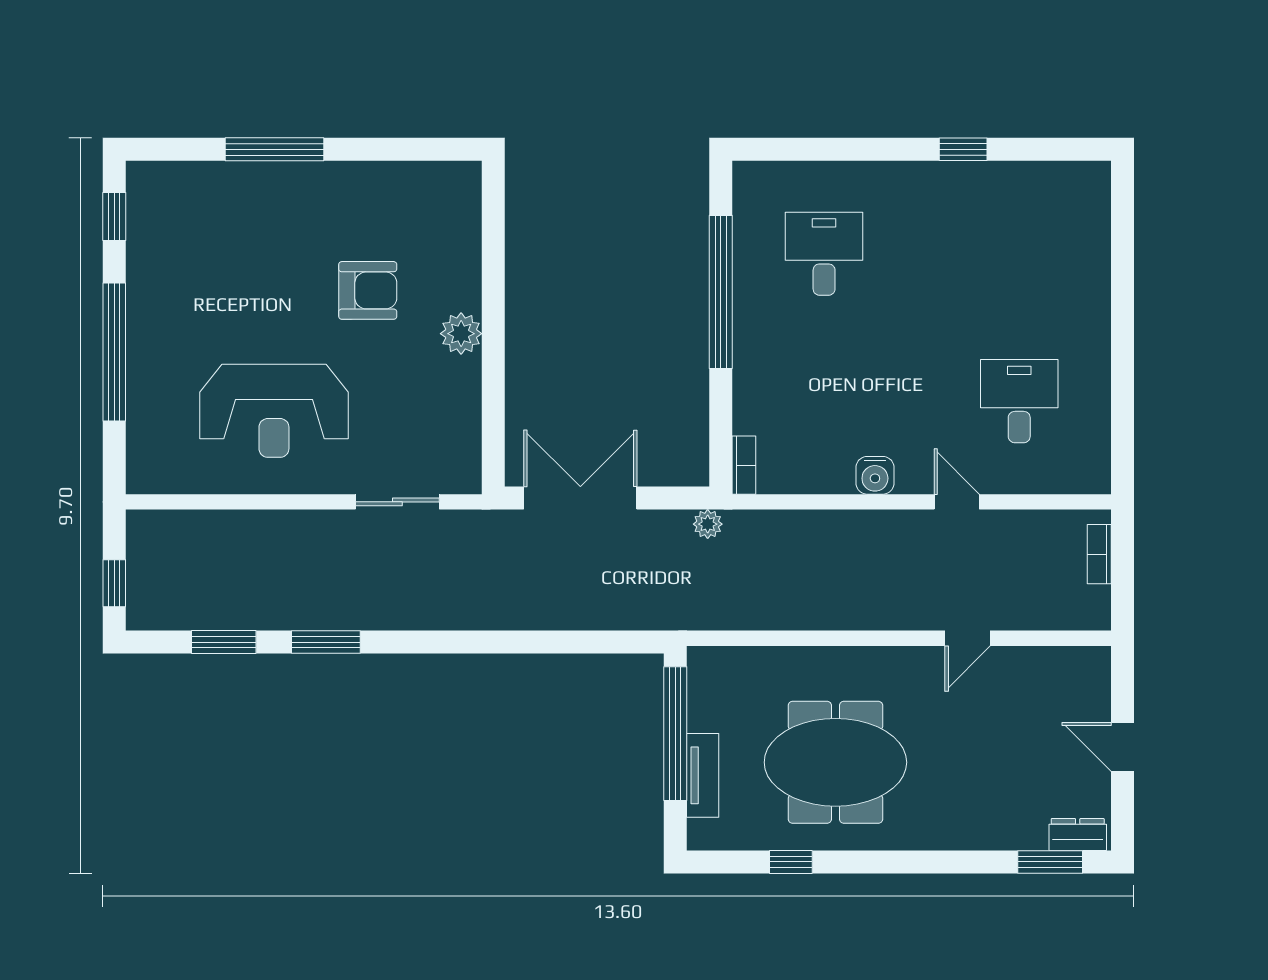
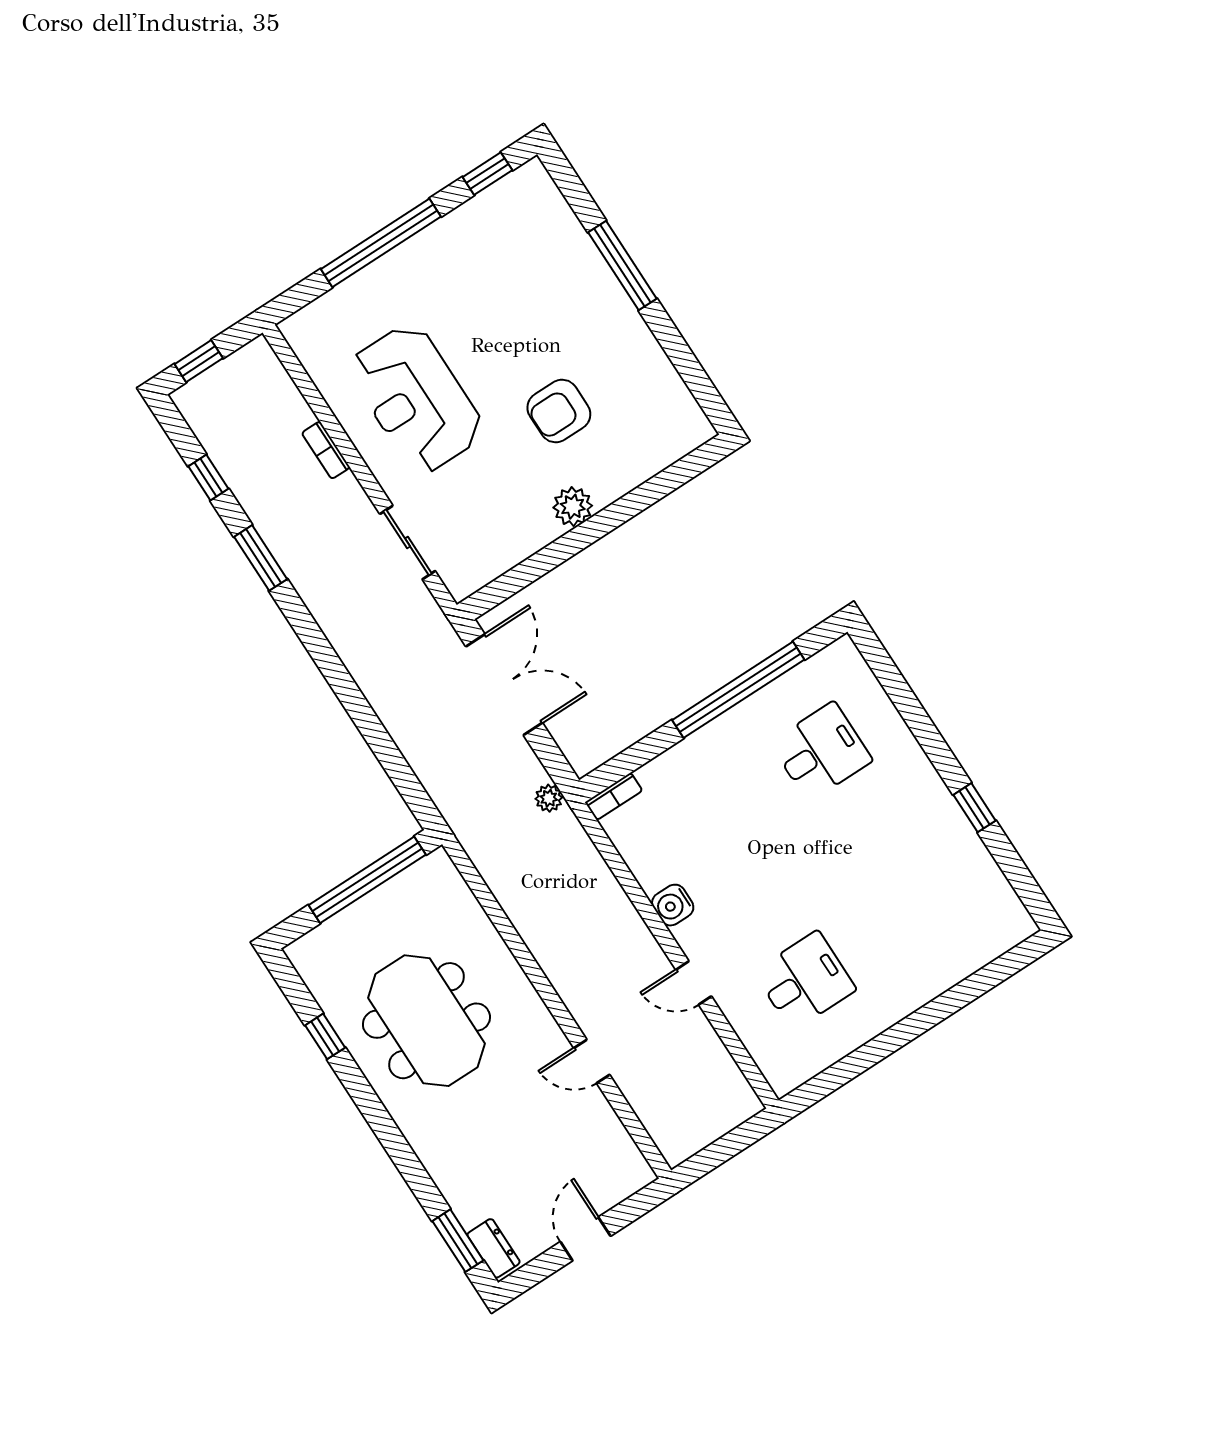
armchair: (368, 290) -> (559, 411), turned 90
door: (957, 502) -> (694, 983), swing flipped
bookcase: (1099, 554) -> (326, 450), moved, turned -90
window: (224, 642) -> (208, 477), width x0.67
tv unit: (703, 775) -> (348, 923), removed

